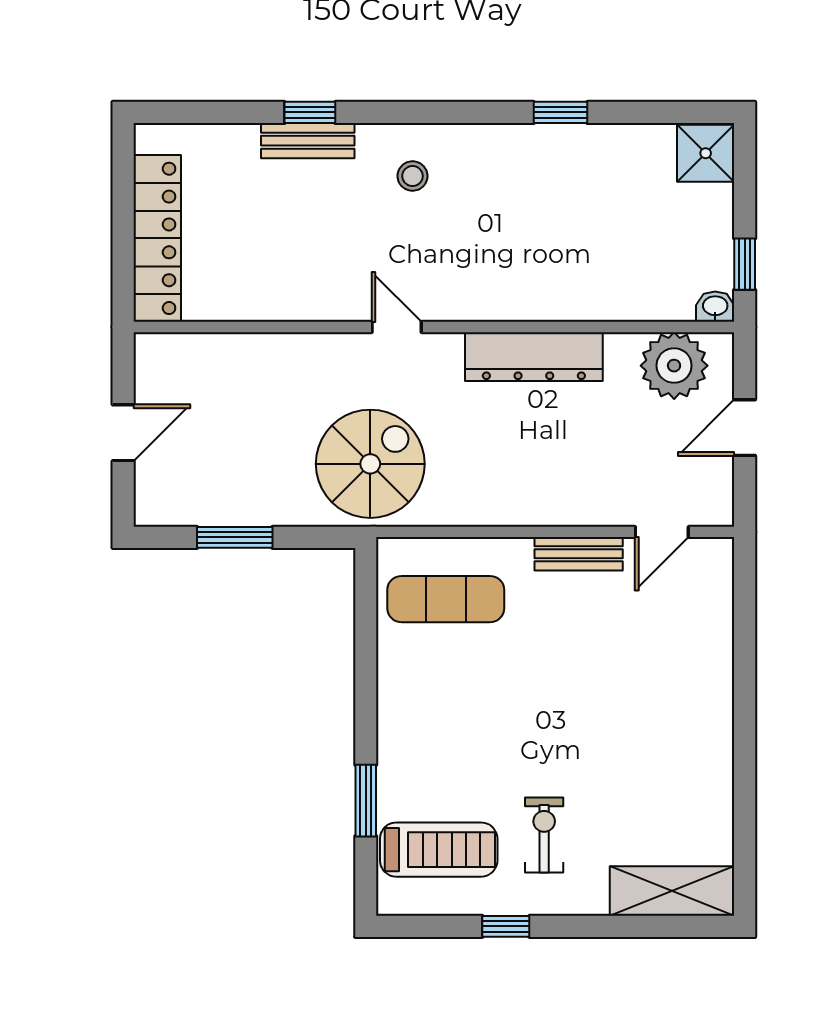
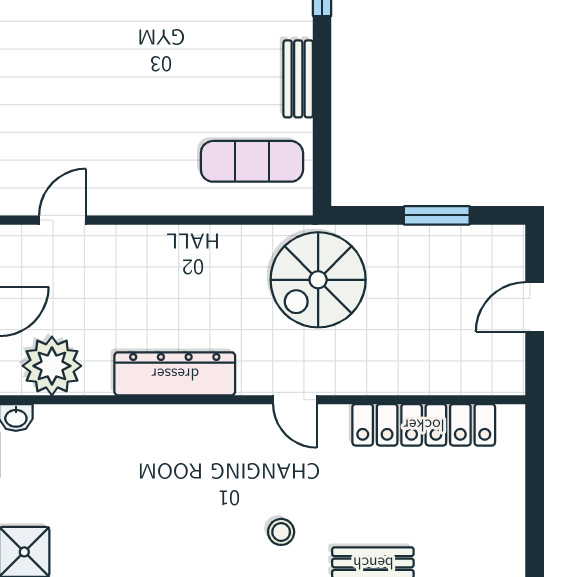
locker: (157, 238) -> (424, 425), moved, turned -90
bench: (579, 554) -> (298, 79), moved, turned 90

